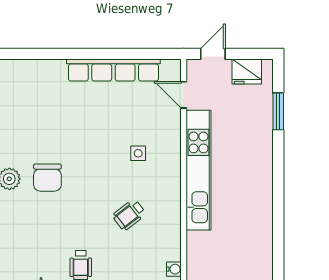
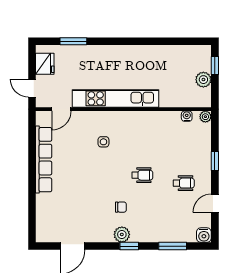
chair: (47, 178) -> (121, 207), width x0.54, depth x0.54
wheelchair: (129, 215) -> (142, 175), moved, turned -52

